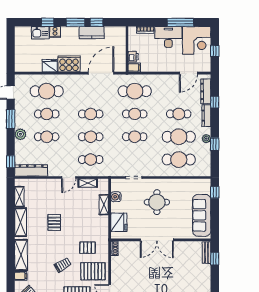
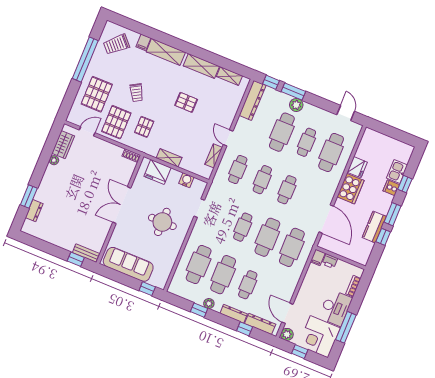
plant: (205, 67) -> (287, 334), added
cafe table: (135, 114) -> (267, 237), width x1.37, depth x1.35
window: (11, 119) -> (293, 91), moved
cafe table: (47, 137) -> (282, 132), width x1.37, depth x1.35
shelving: (104, 205) -> (169, 158), moved

